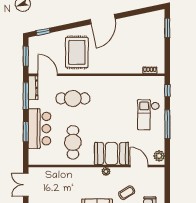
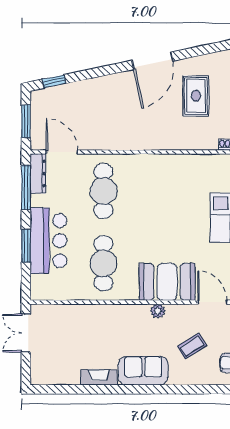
rug: (77, 52) -> (196, 96), moved, width x0.73, depth x0.70
cafe table: (73, 98) -> (103, 191), turned 90

